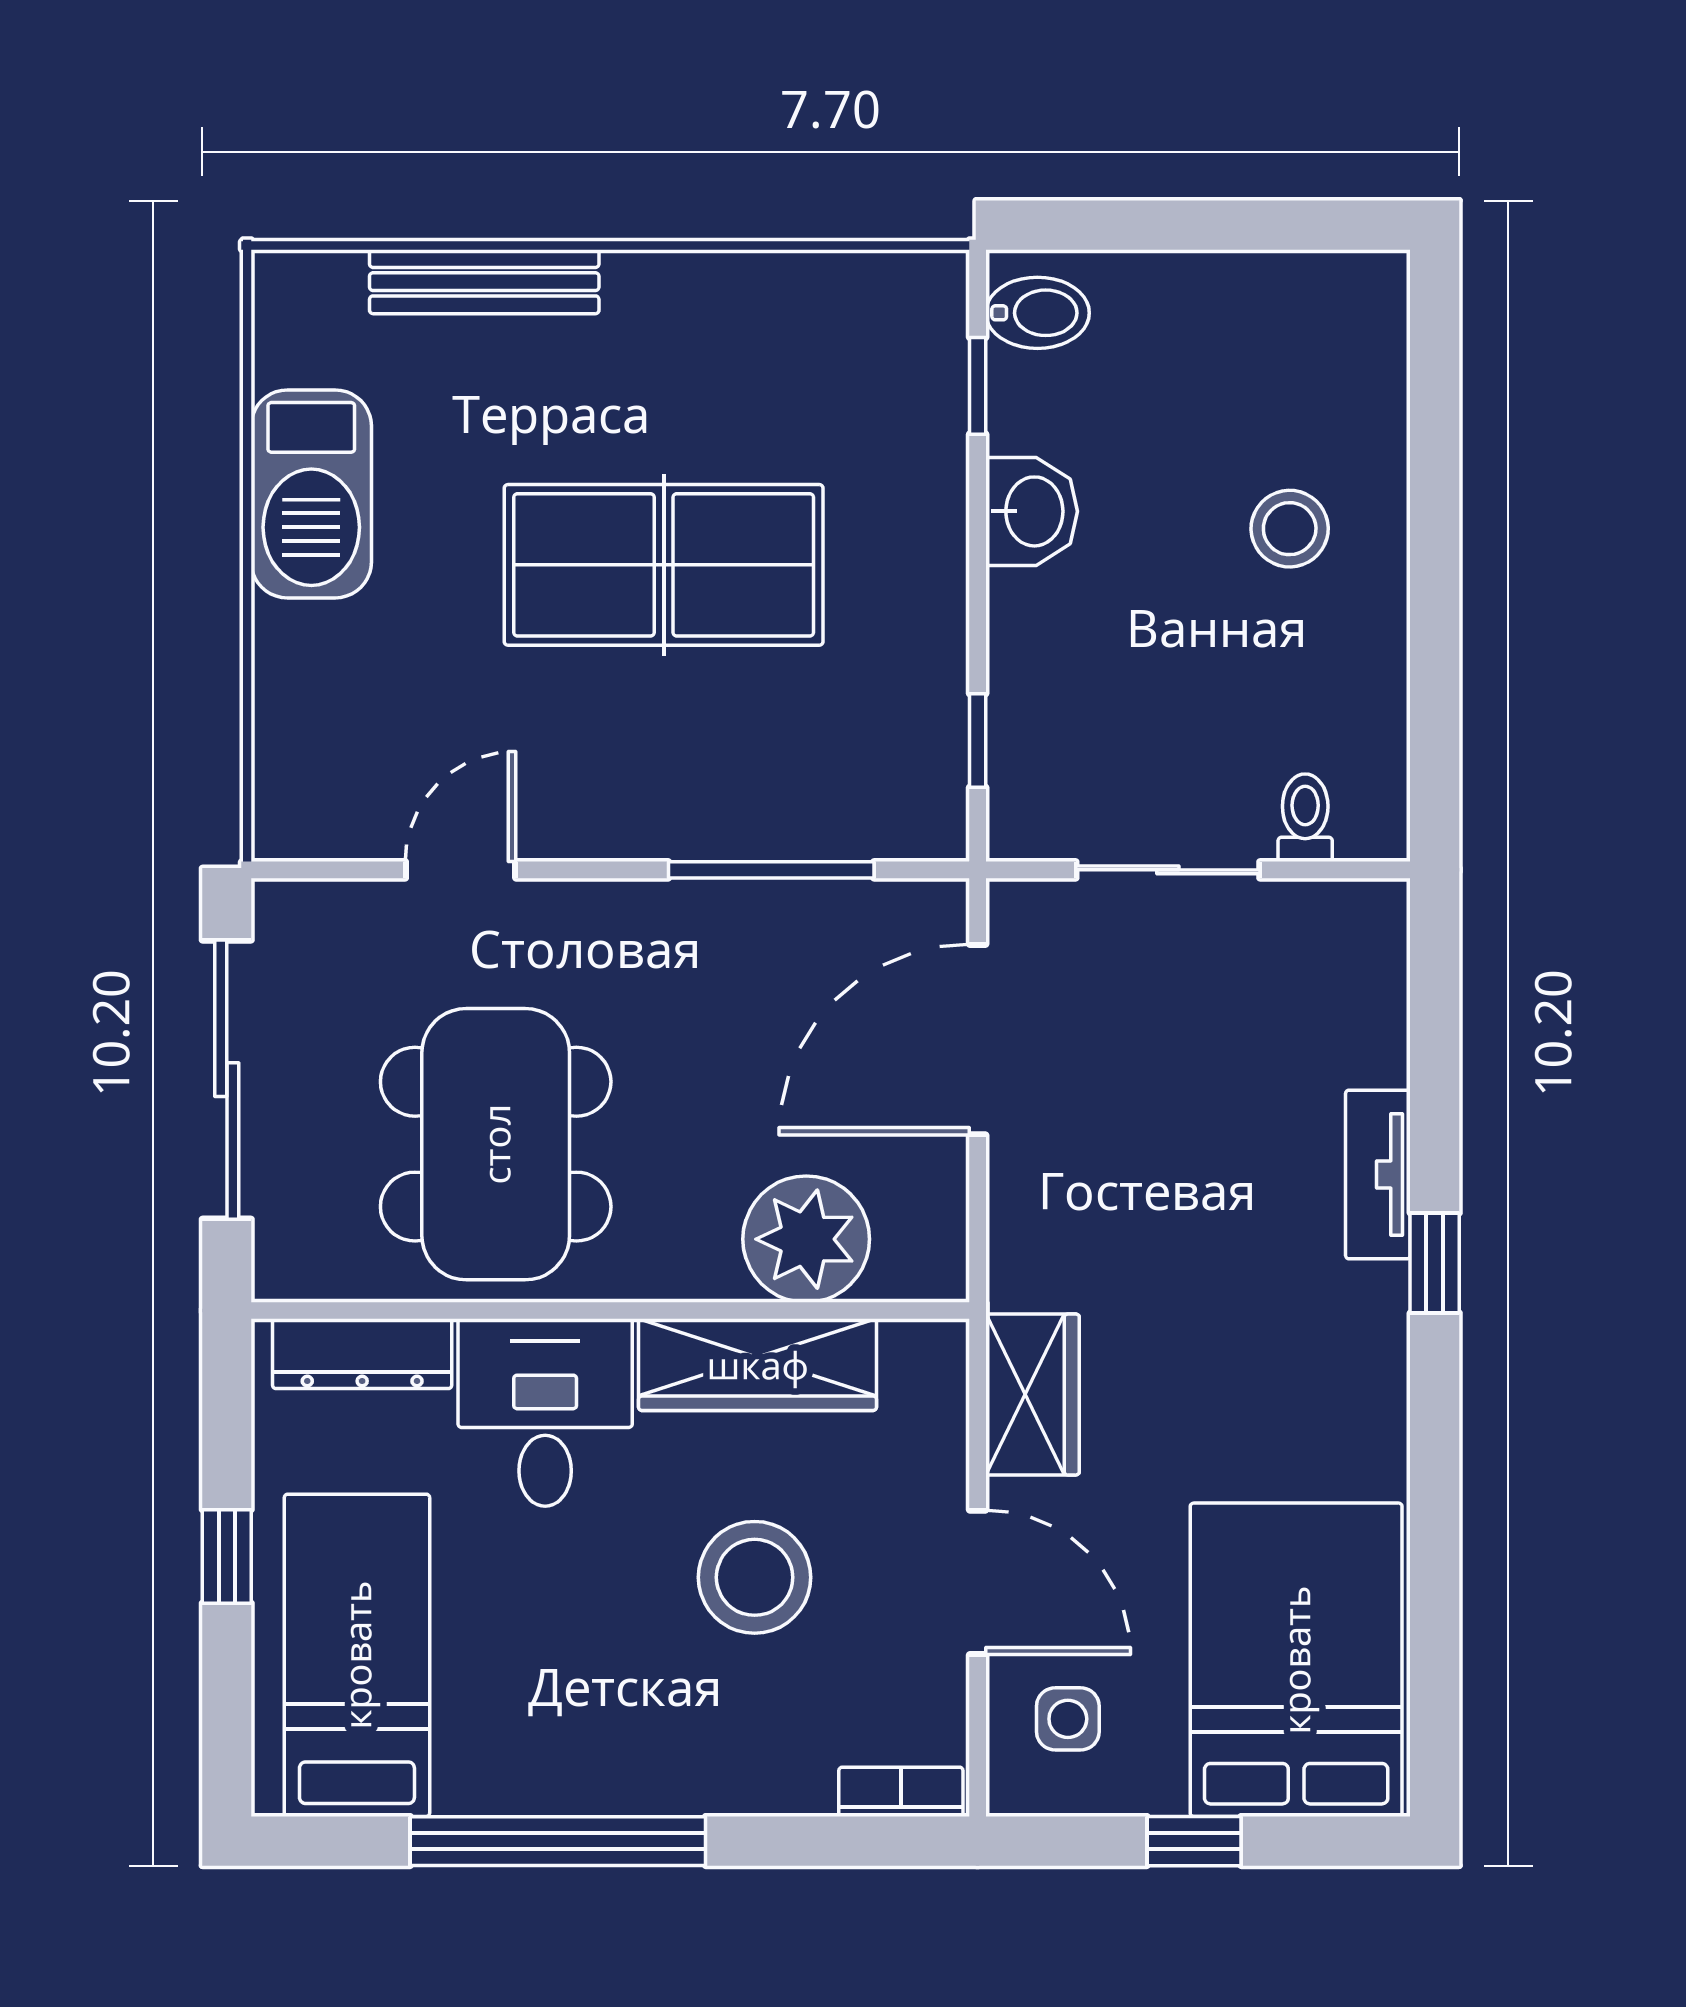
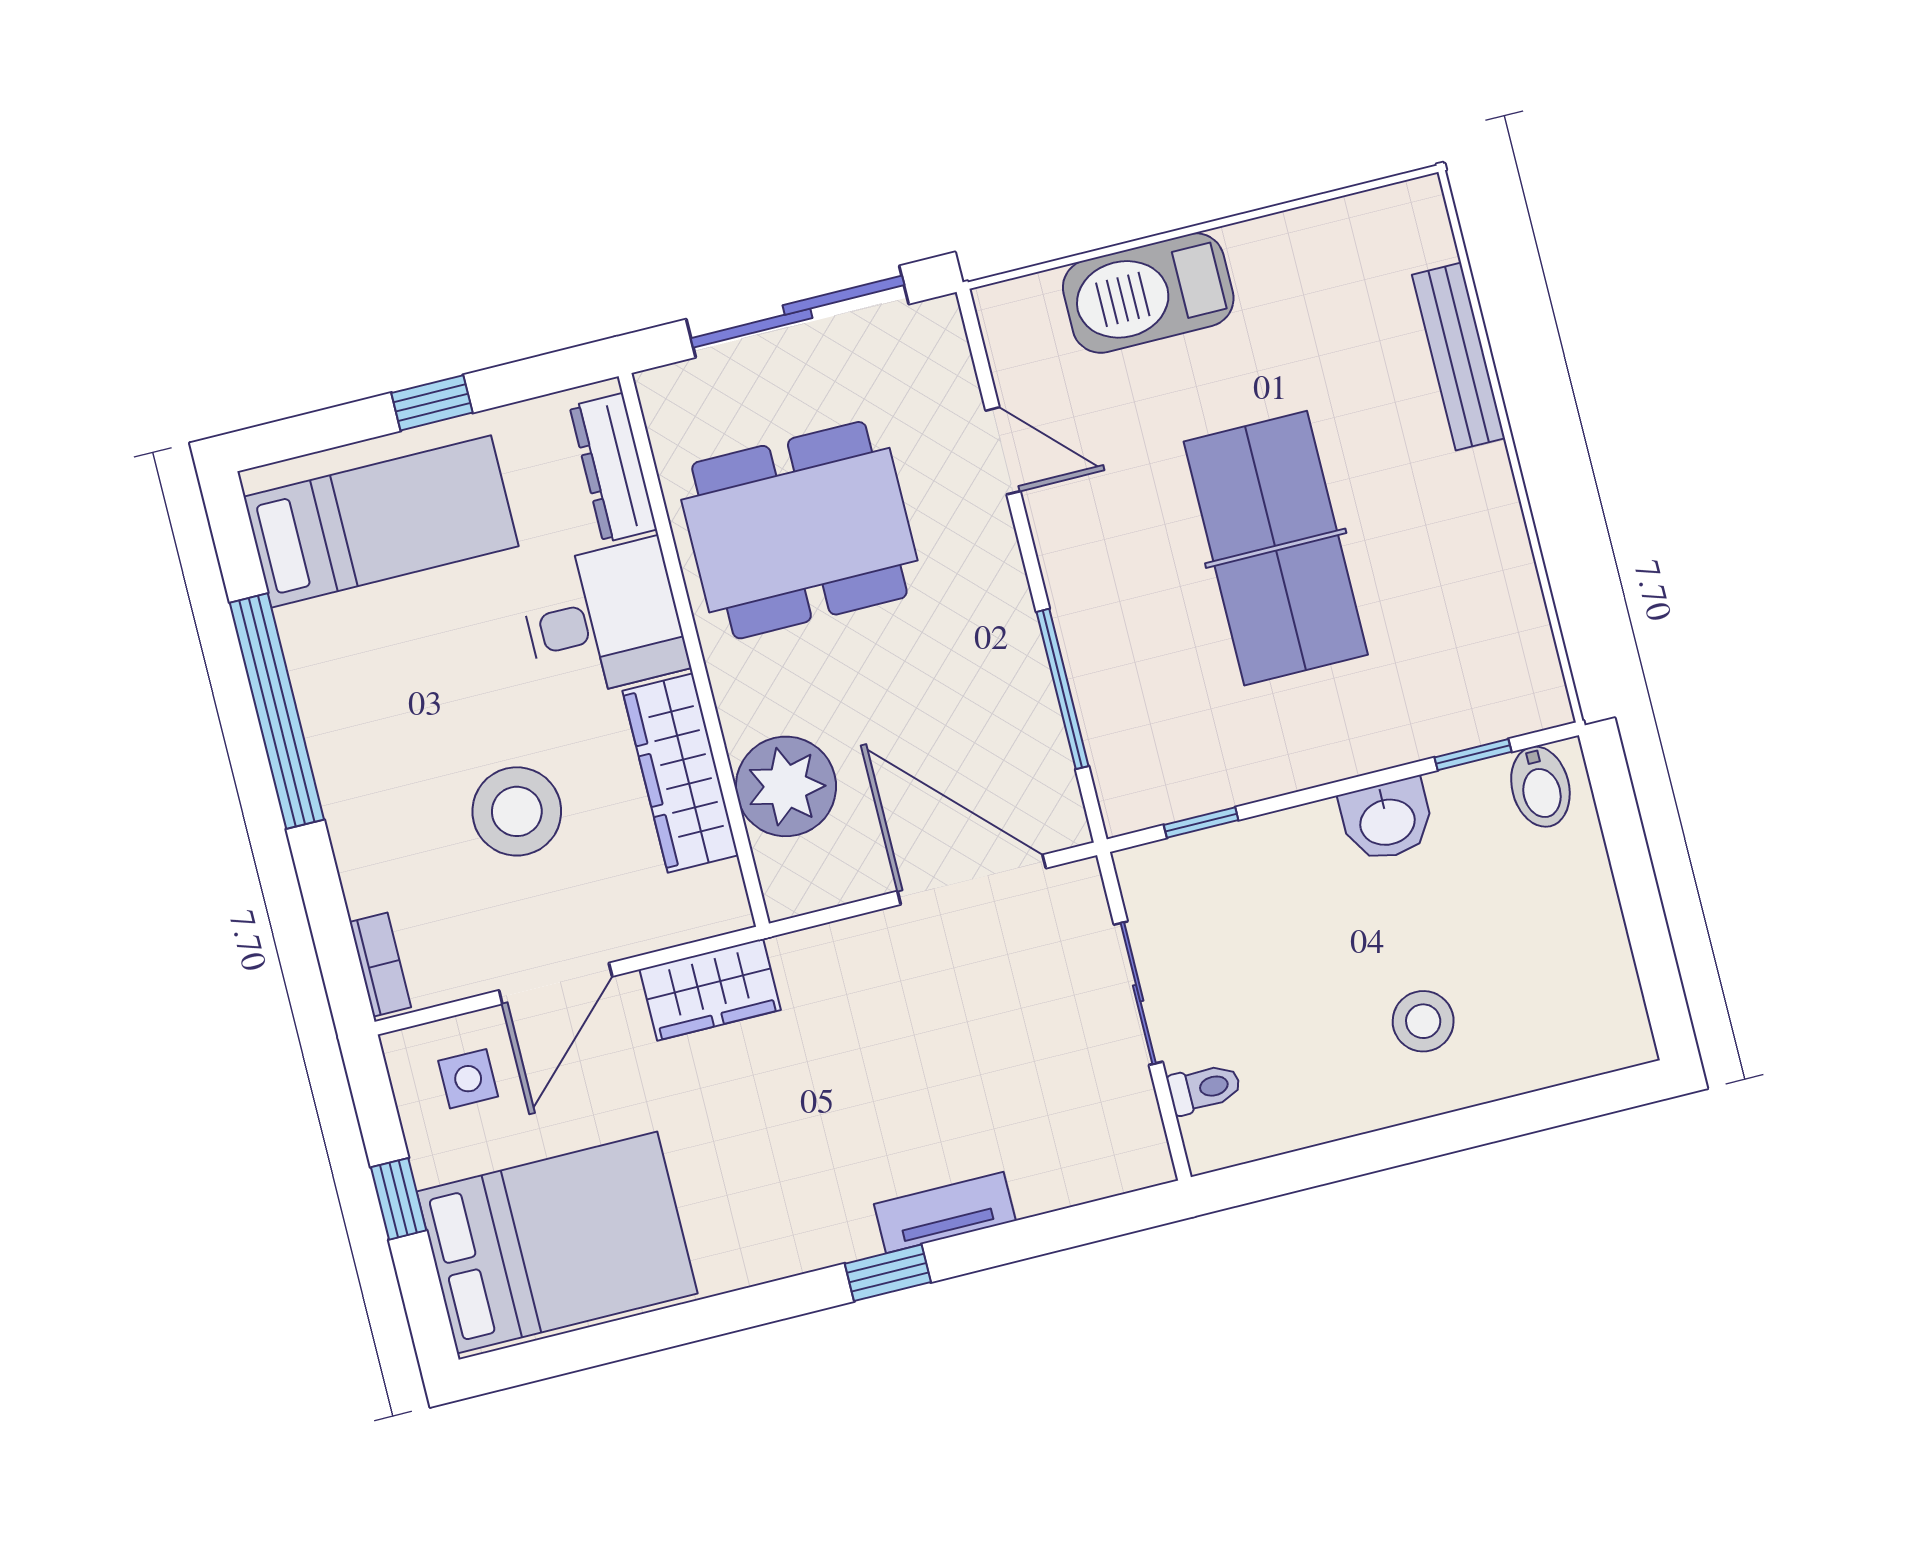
barbecue: (311, 494) -> (1148, 293), moved

